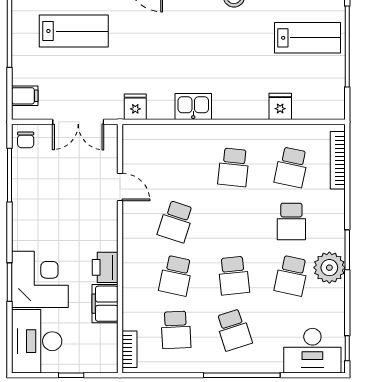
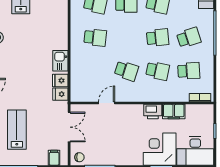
fridge: (280, 106) -> (60, 81), moved

